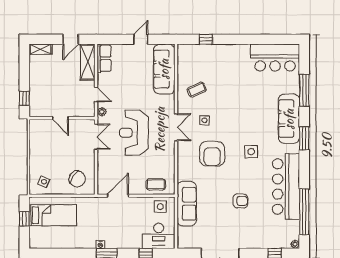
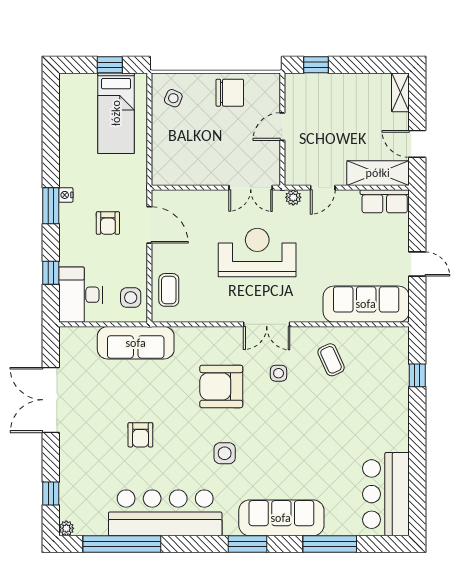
chair: (77, 179) -> (230, 93), moved, turned -125
armchair: (117, 220) -> (108, 223), added

